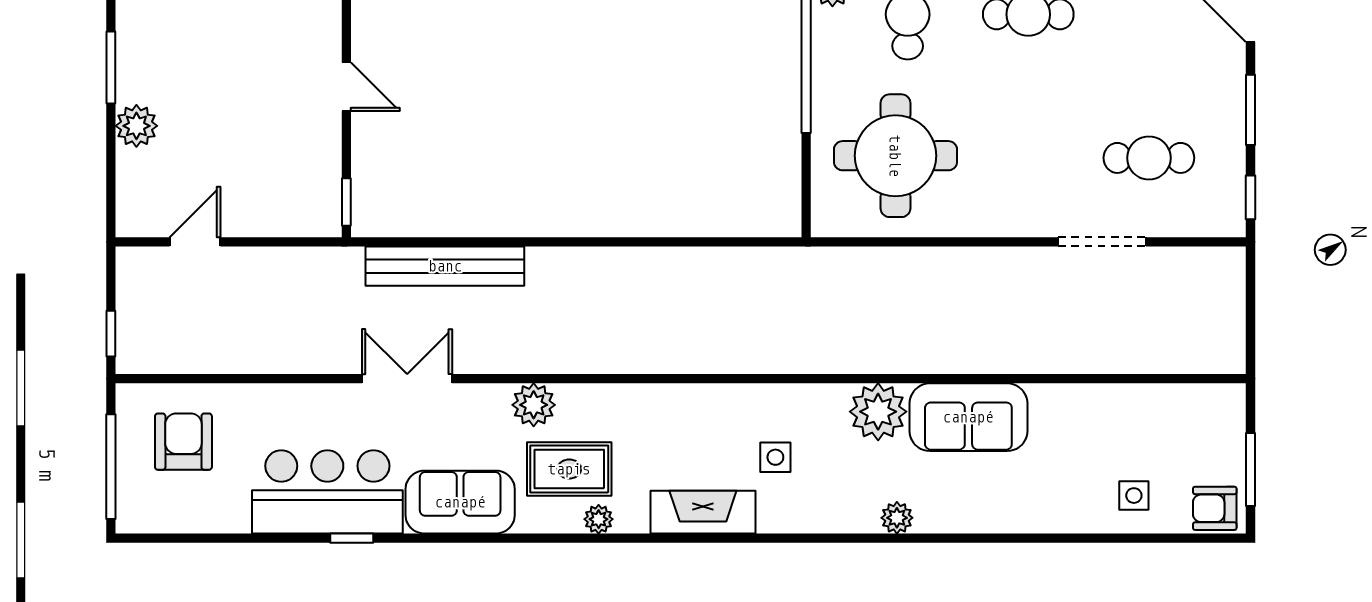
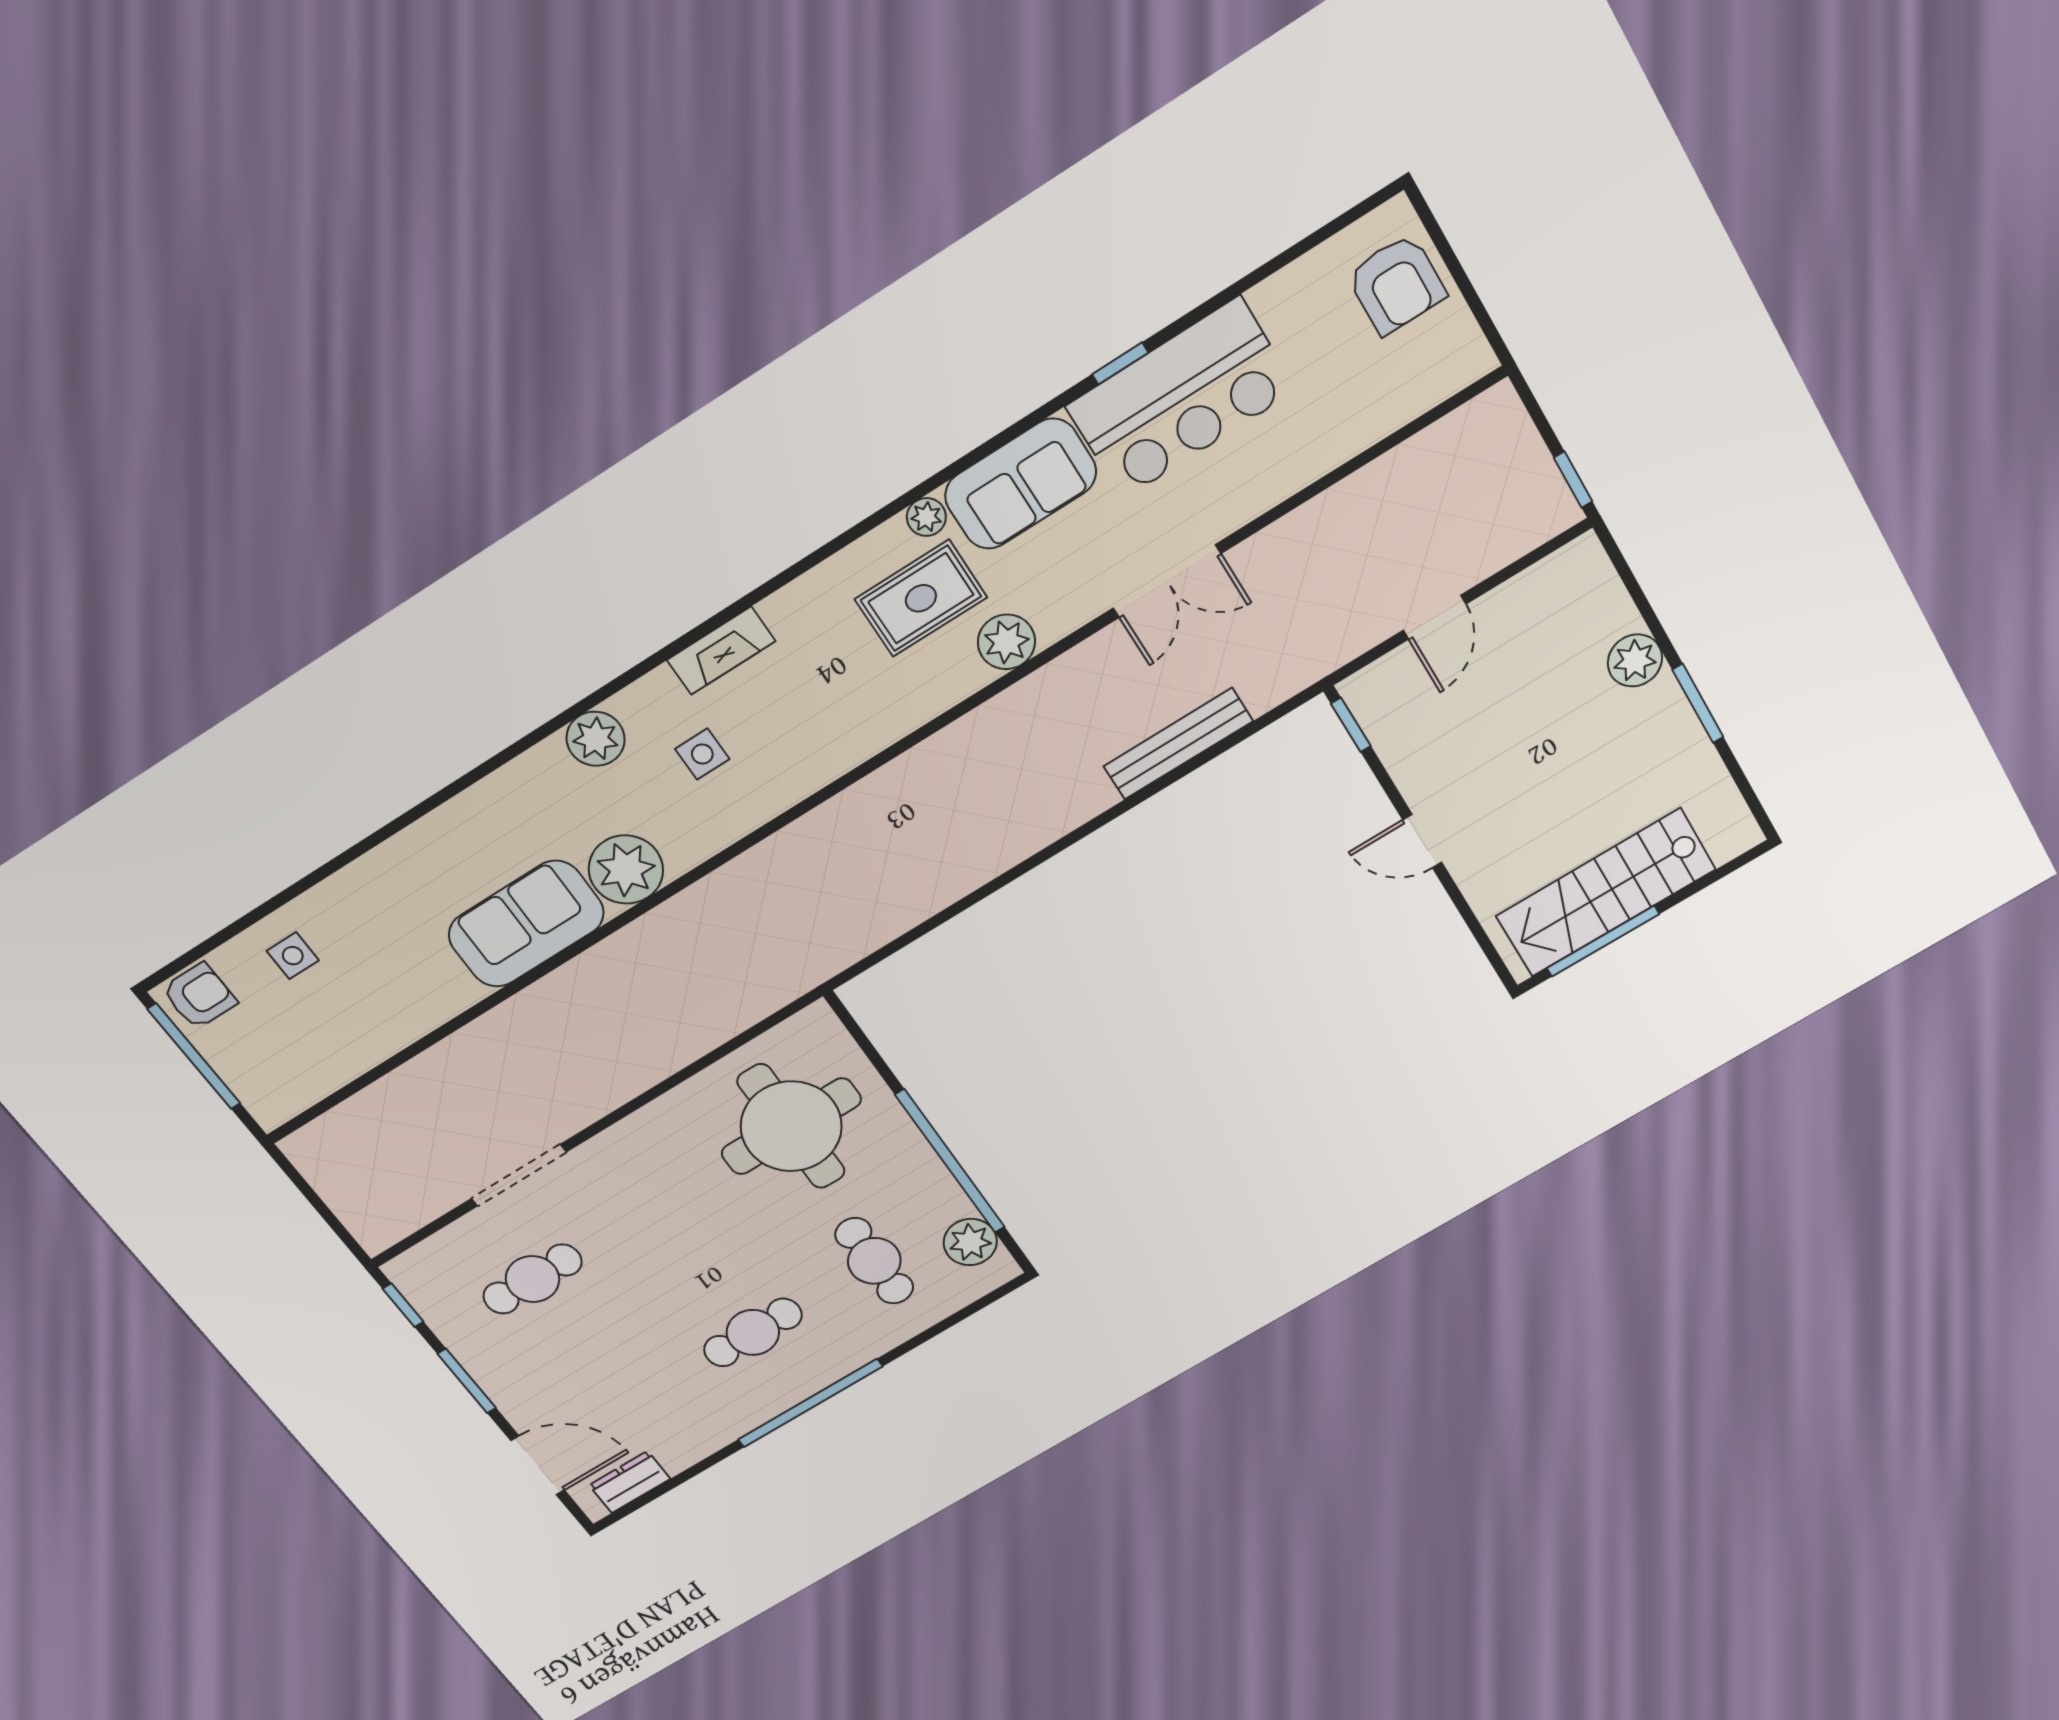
door: (195, 242) -> (1434, 617), moved
bench: (445, 266) -> (1178, 744), width x0.73, depth x0.82
window: (111, 334) -> (1573, 480), moved
armchair: (183, 442) -> (1397, 284), moved
window: (111, 467) -> (1454, 266), removed
window: (1251, 469) -> (194, 1056), width x1.44
fireplace: (703, 512) -> (721, 651), width x0.73, depth x0.76
plant: (897, 518) -> (596, 739), moved, width x1.38, depth x1.38
plant: (599, 519) -> (926, 517), moved

